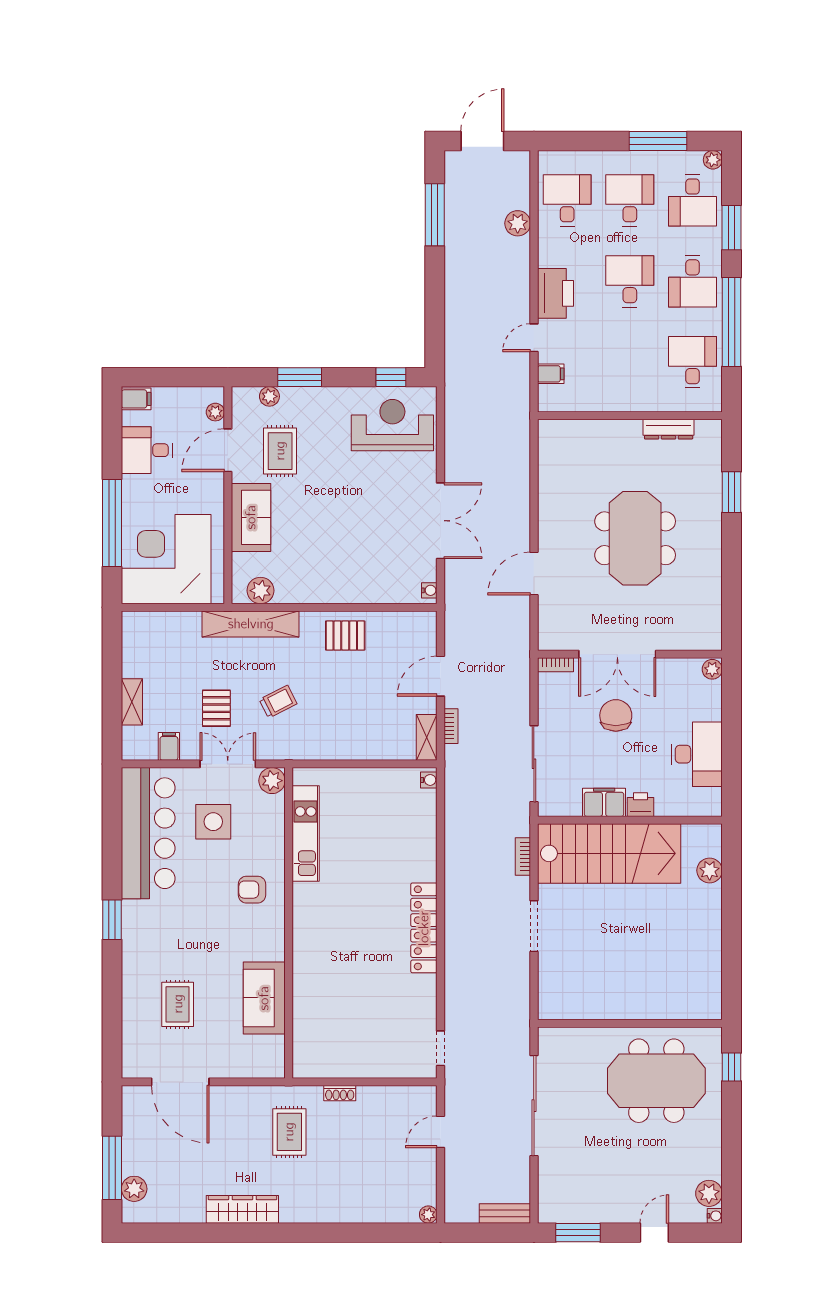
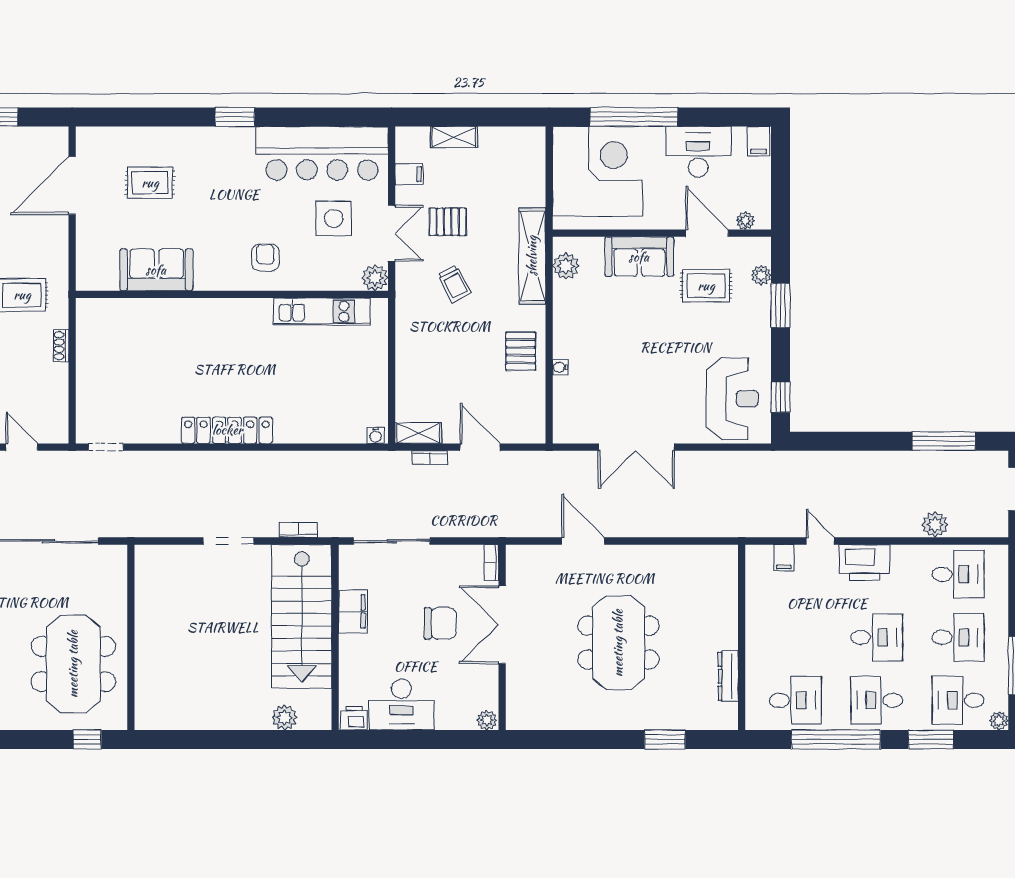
desk: (147, 450) -> (698, 152), width x1.37
meeting table: (635, 538) -> (618, 643), turned 90
water cooler: (429, 590) -> (560, 367), moved, turned 90
printer: (640, 805) -> (354, 718), moved, turned -90

